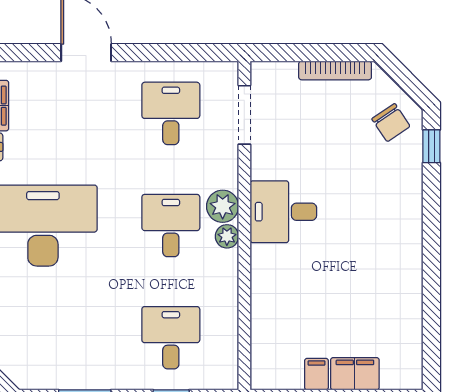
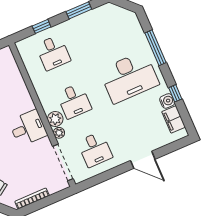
doorway: (244, 115) -> (63, 162), width x1.36
plant: (227, 236) -> (59, 133), moved

